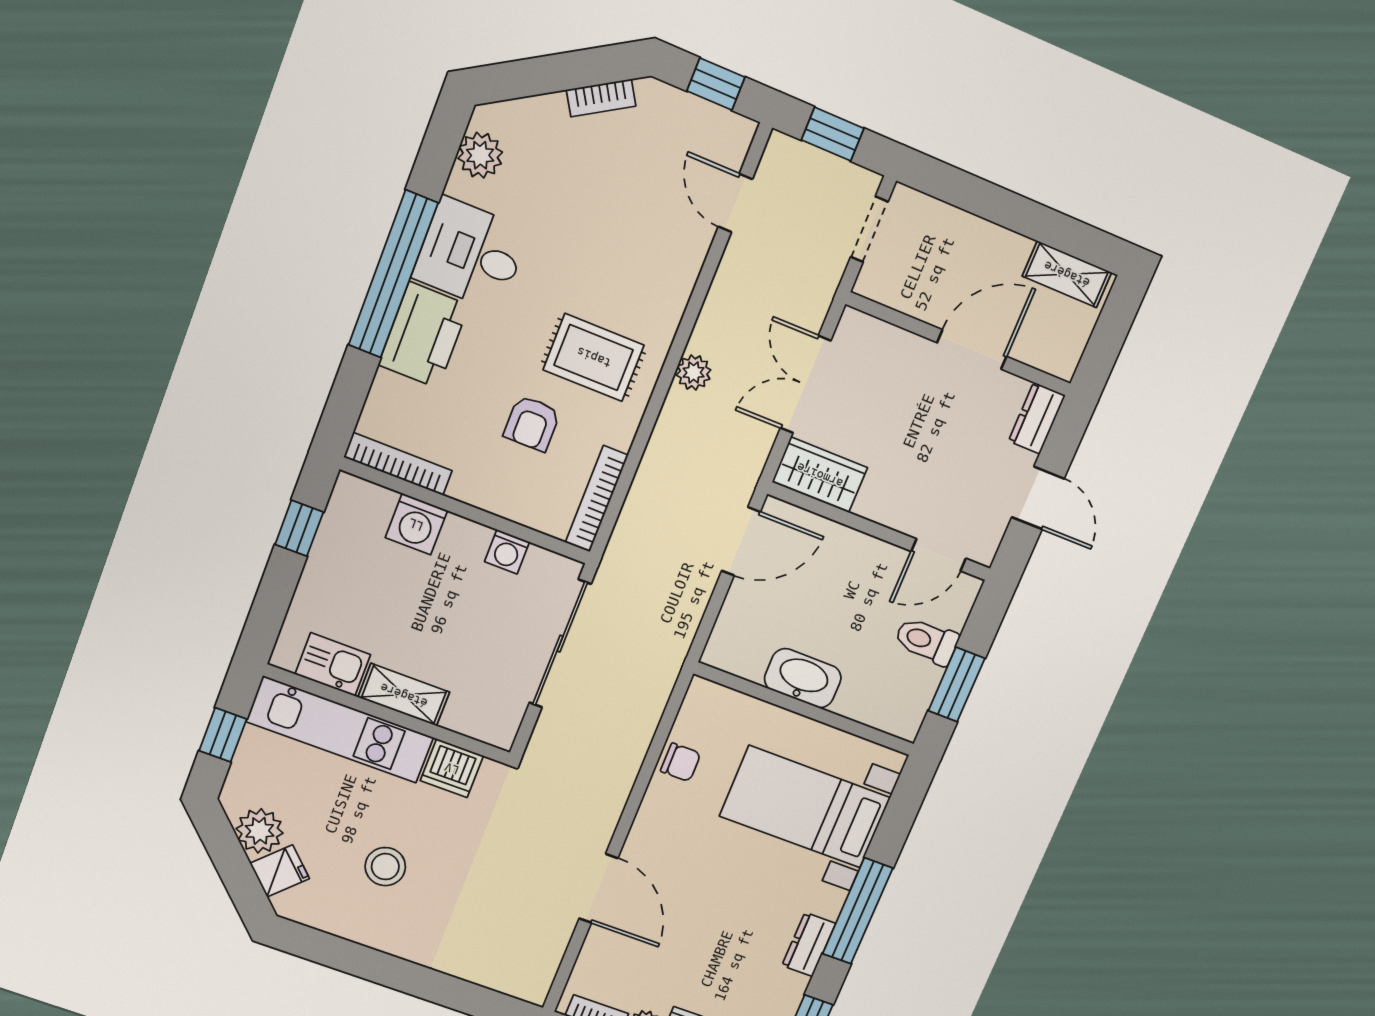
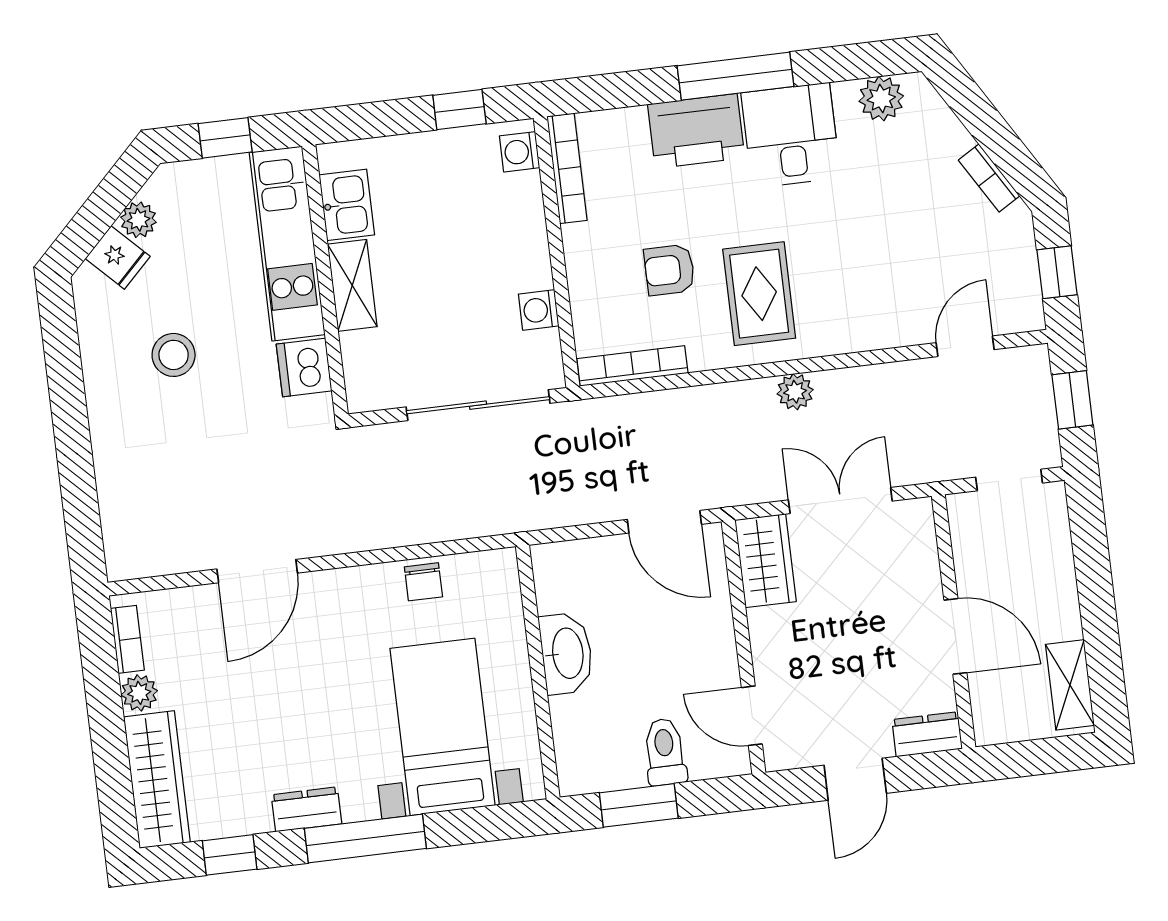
window: (393, 274) -> (735, 76), width x0.68
washing machine: (416, 524) -> (520, 152), moved, width x0.73, depth x0.73
plant: (260, 831) -> (139, 220), width x0.73, depth x0.73

